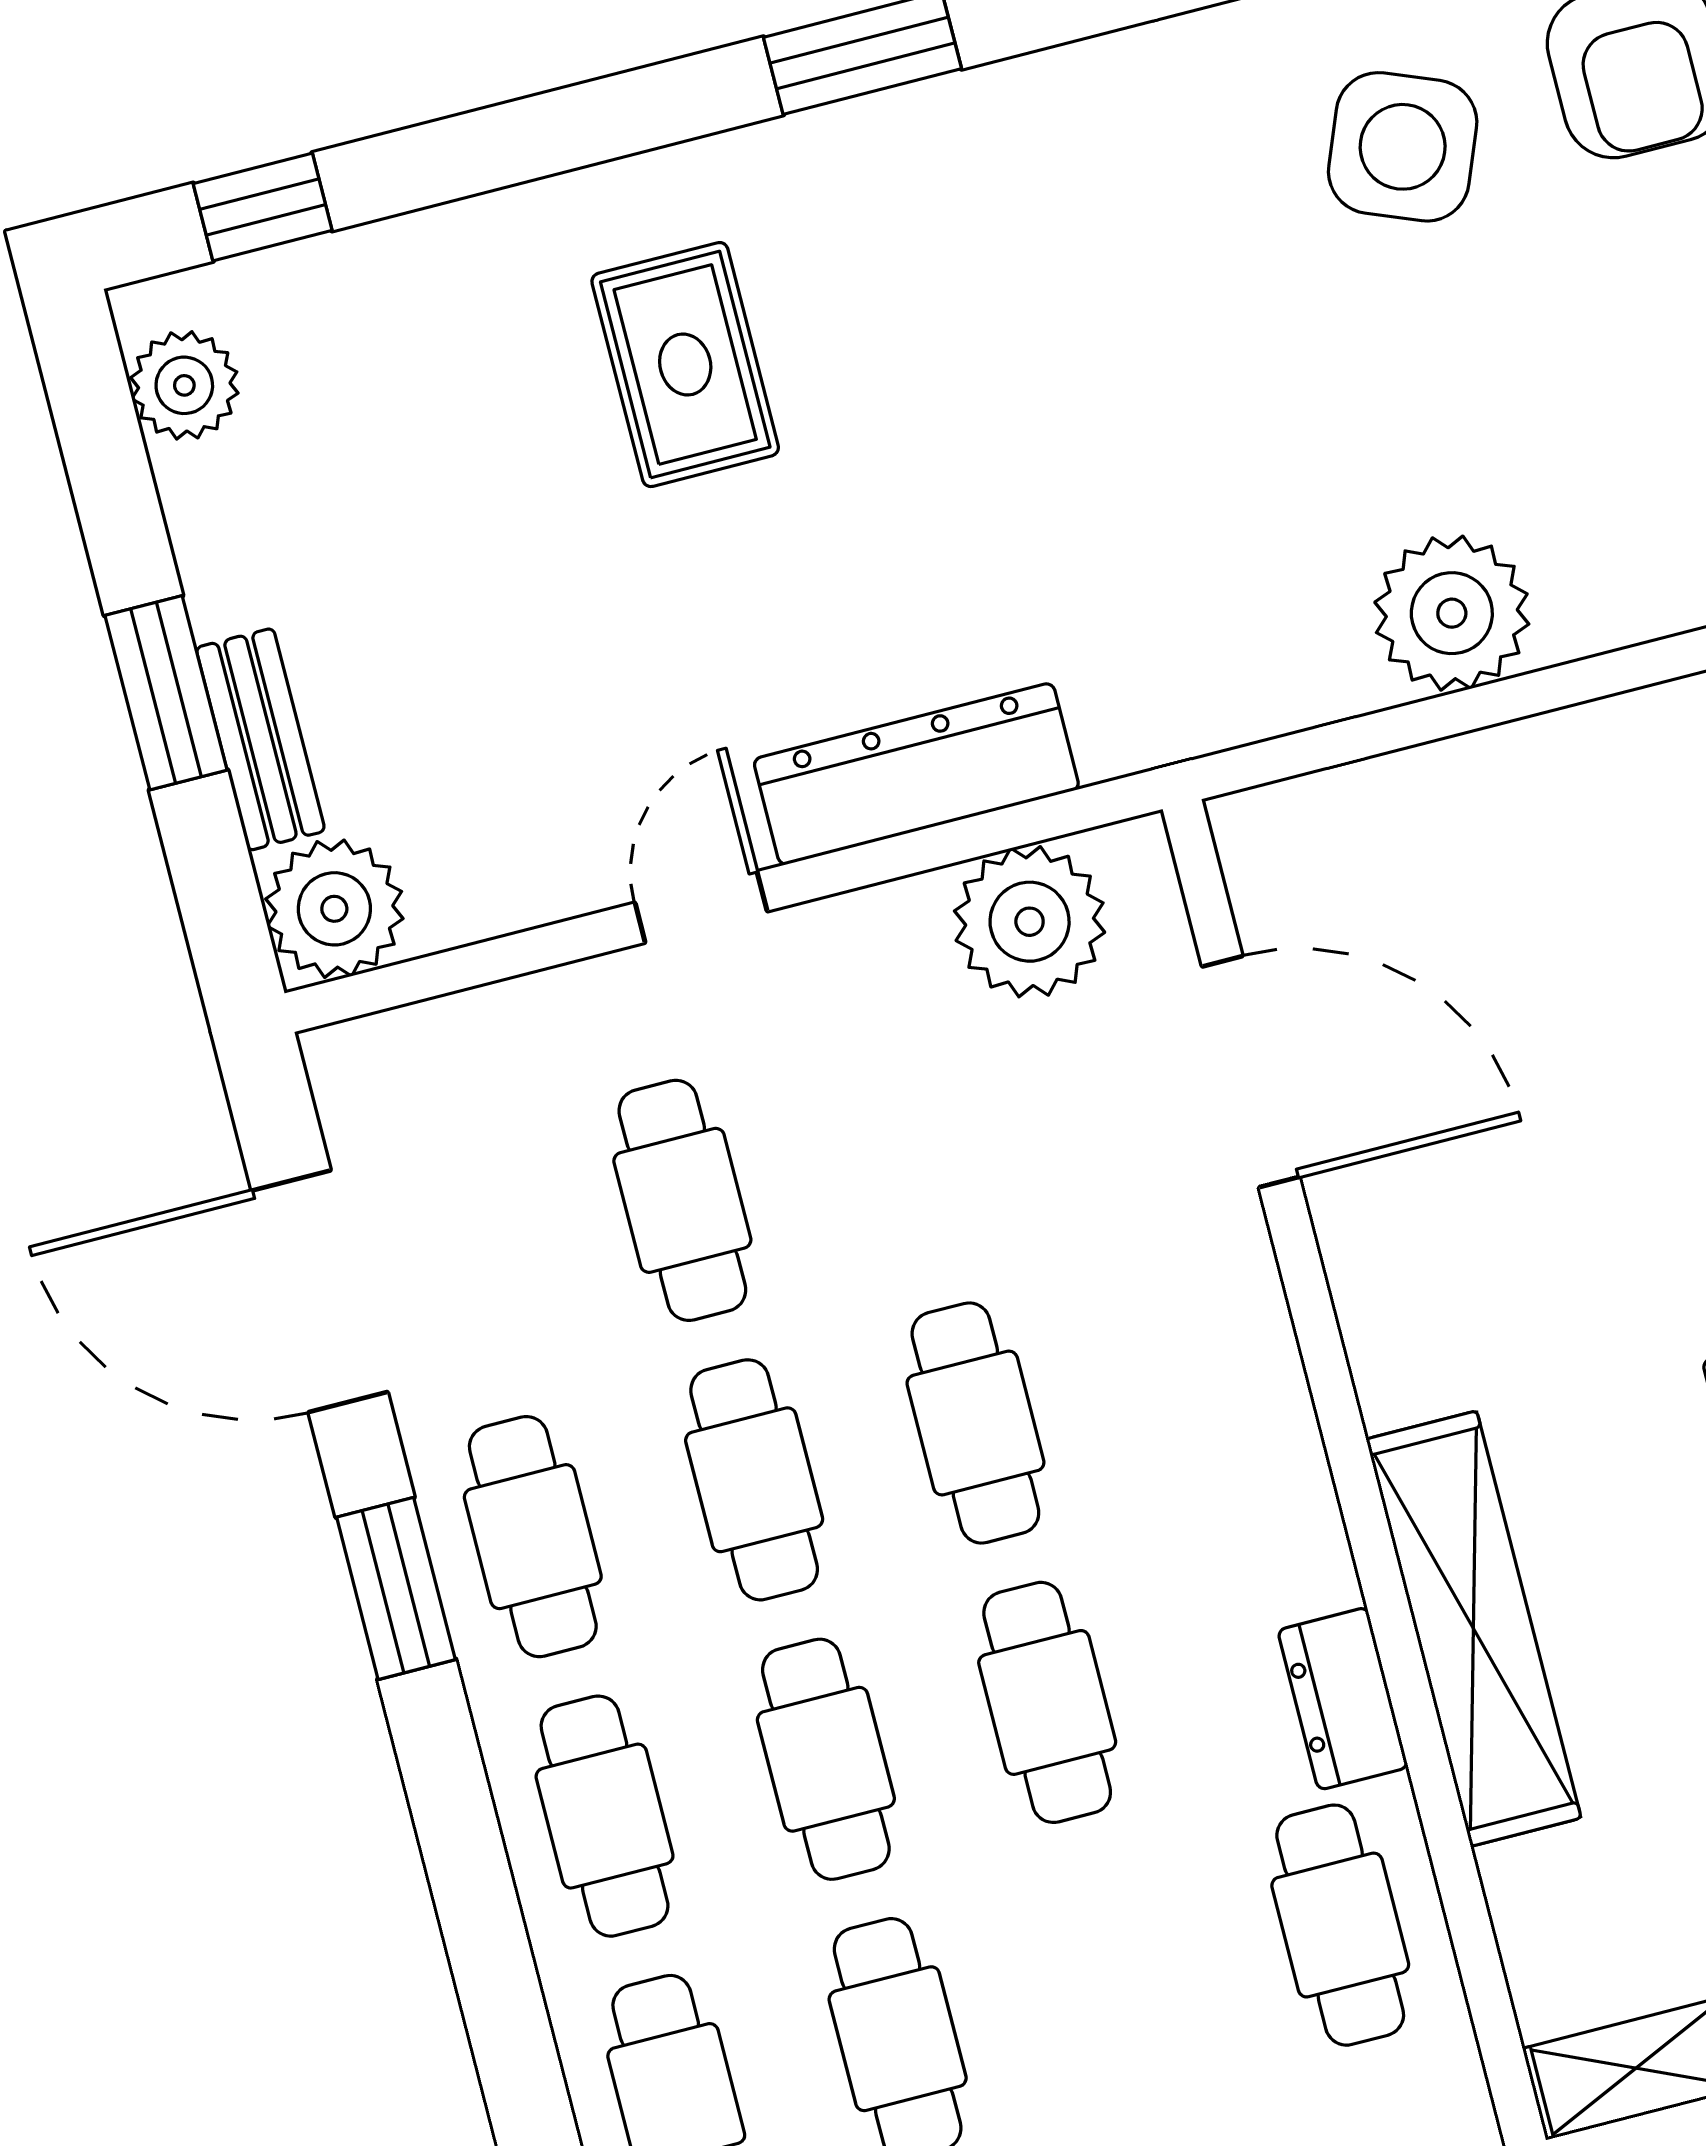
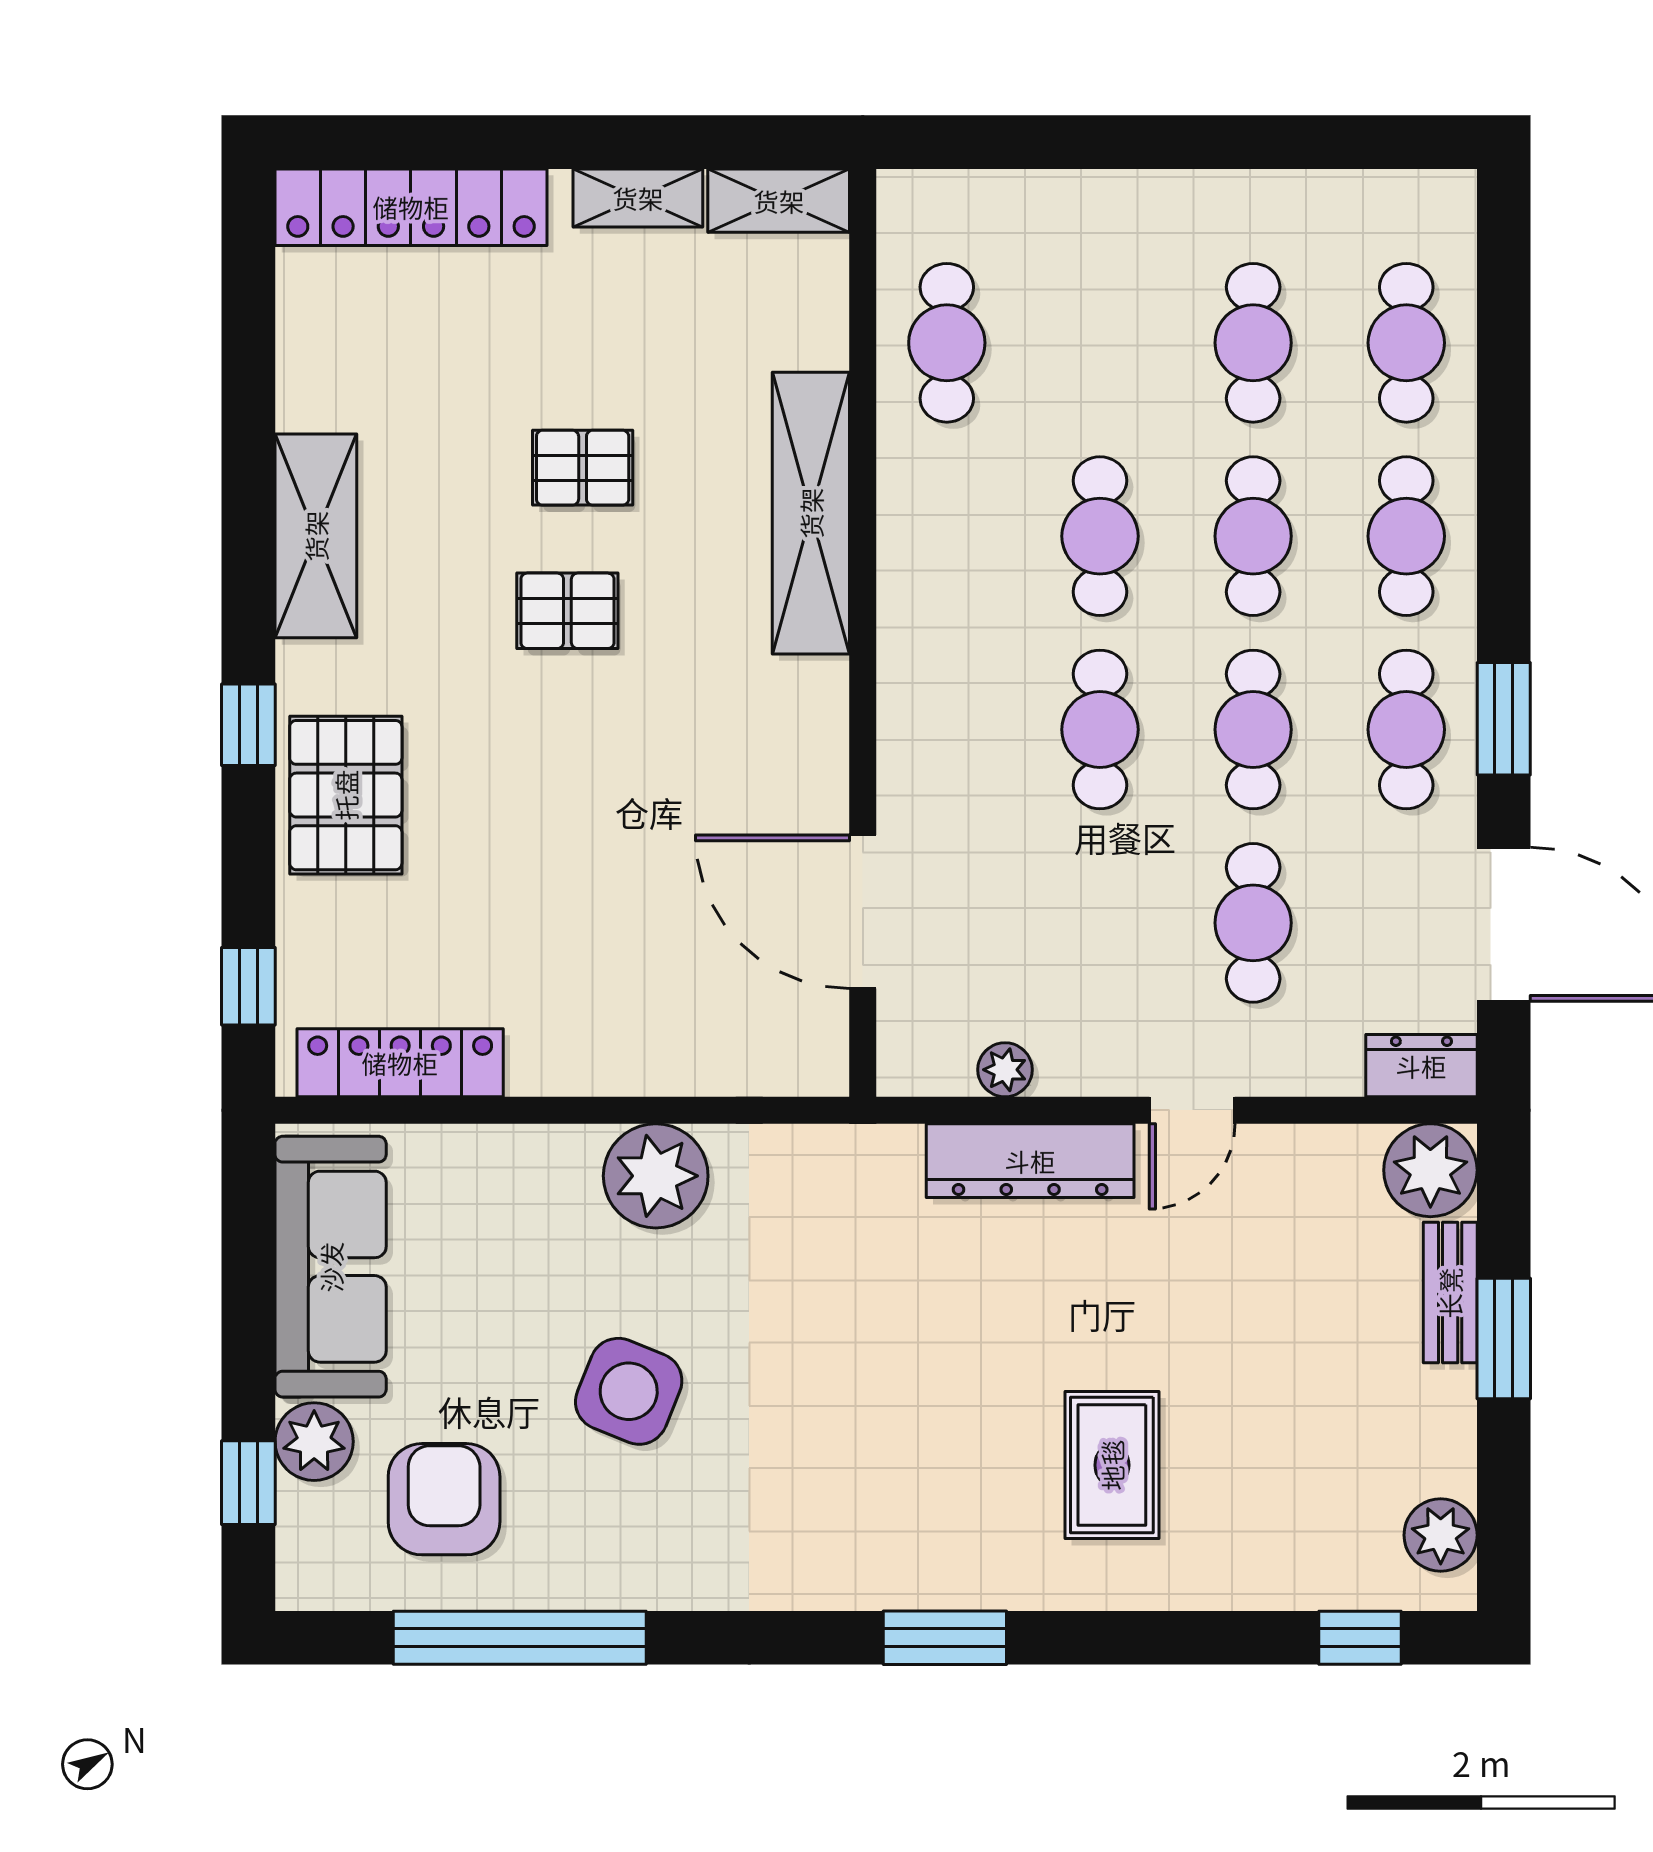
side table: (1403, 147) -> (629, 1391), moved
plant: (1030, 922) -> (1005, 1070), width x0.53, depth x0.53
dresser: (1343, 1699) -> (1421, 1066), moved, turned -90

